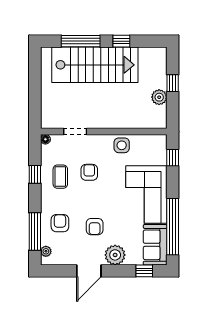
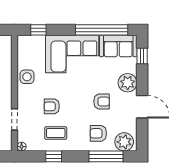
plant: (46, 251) -> (124, 142), width x1.88, depth x1.88

